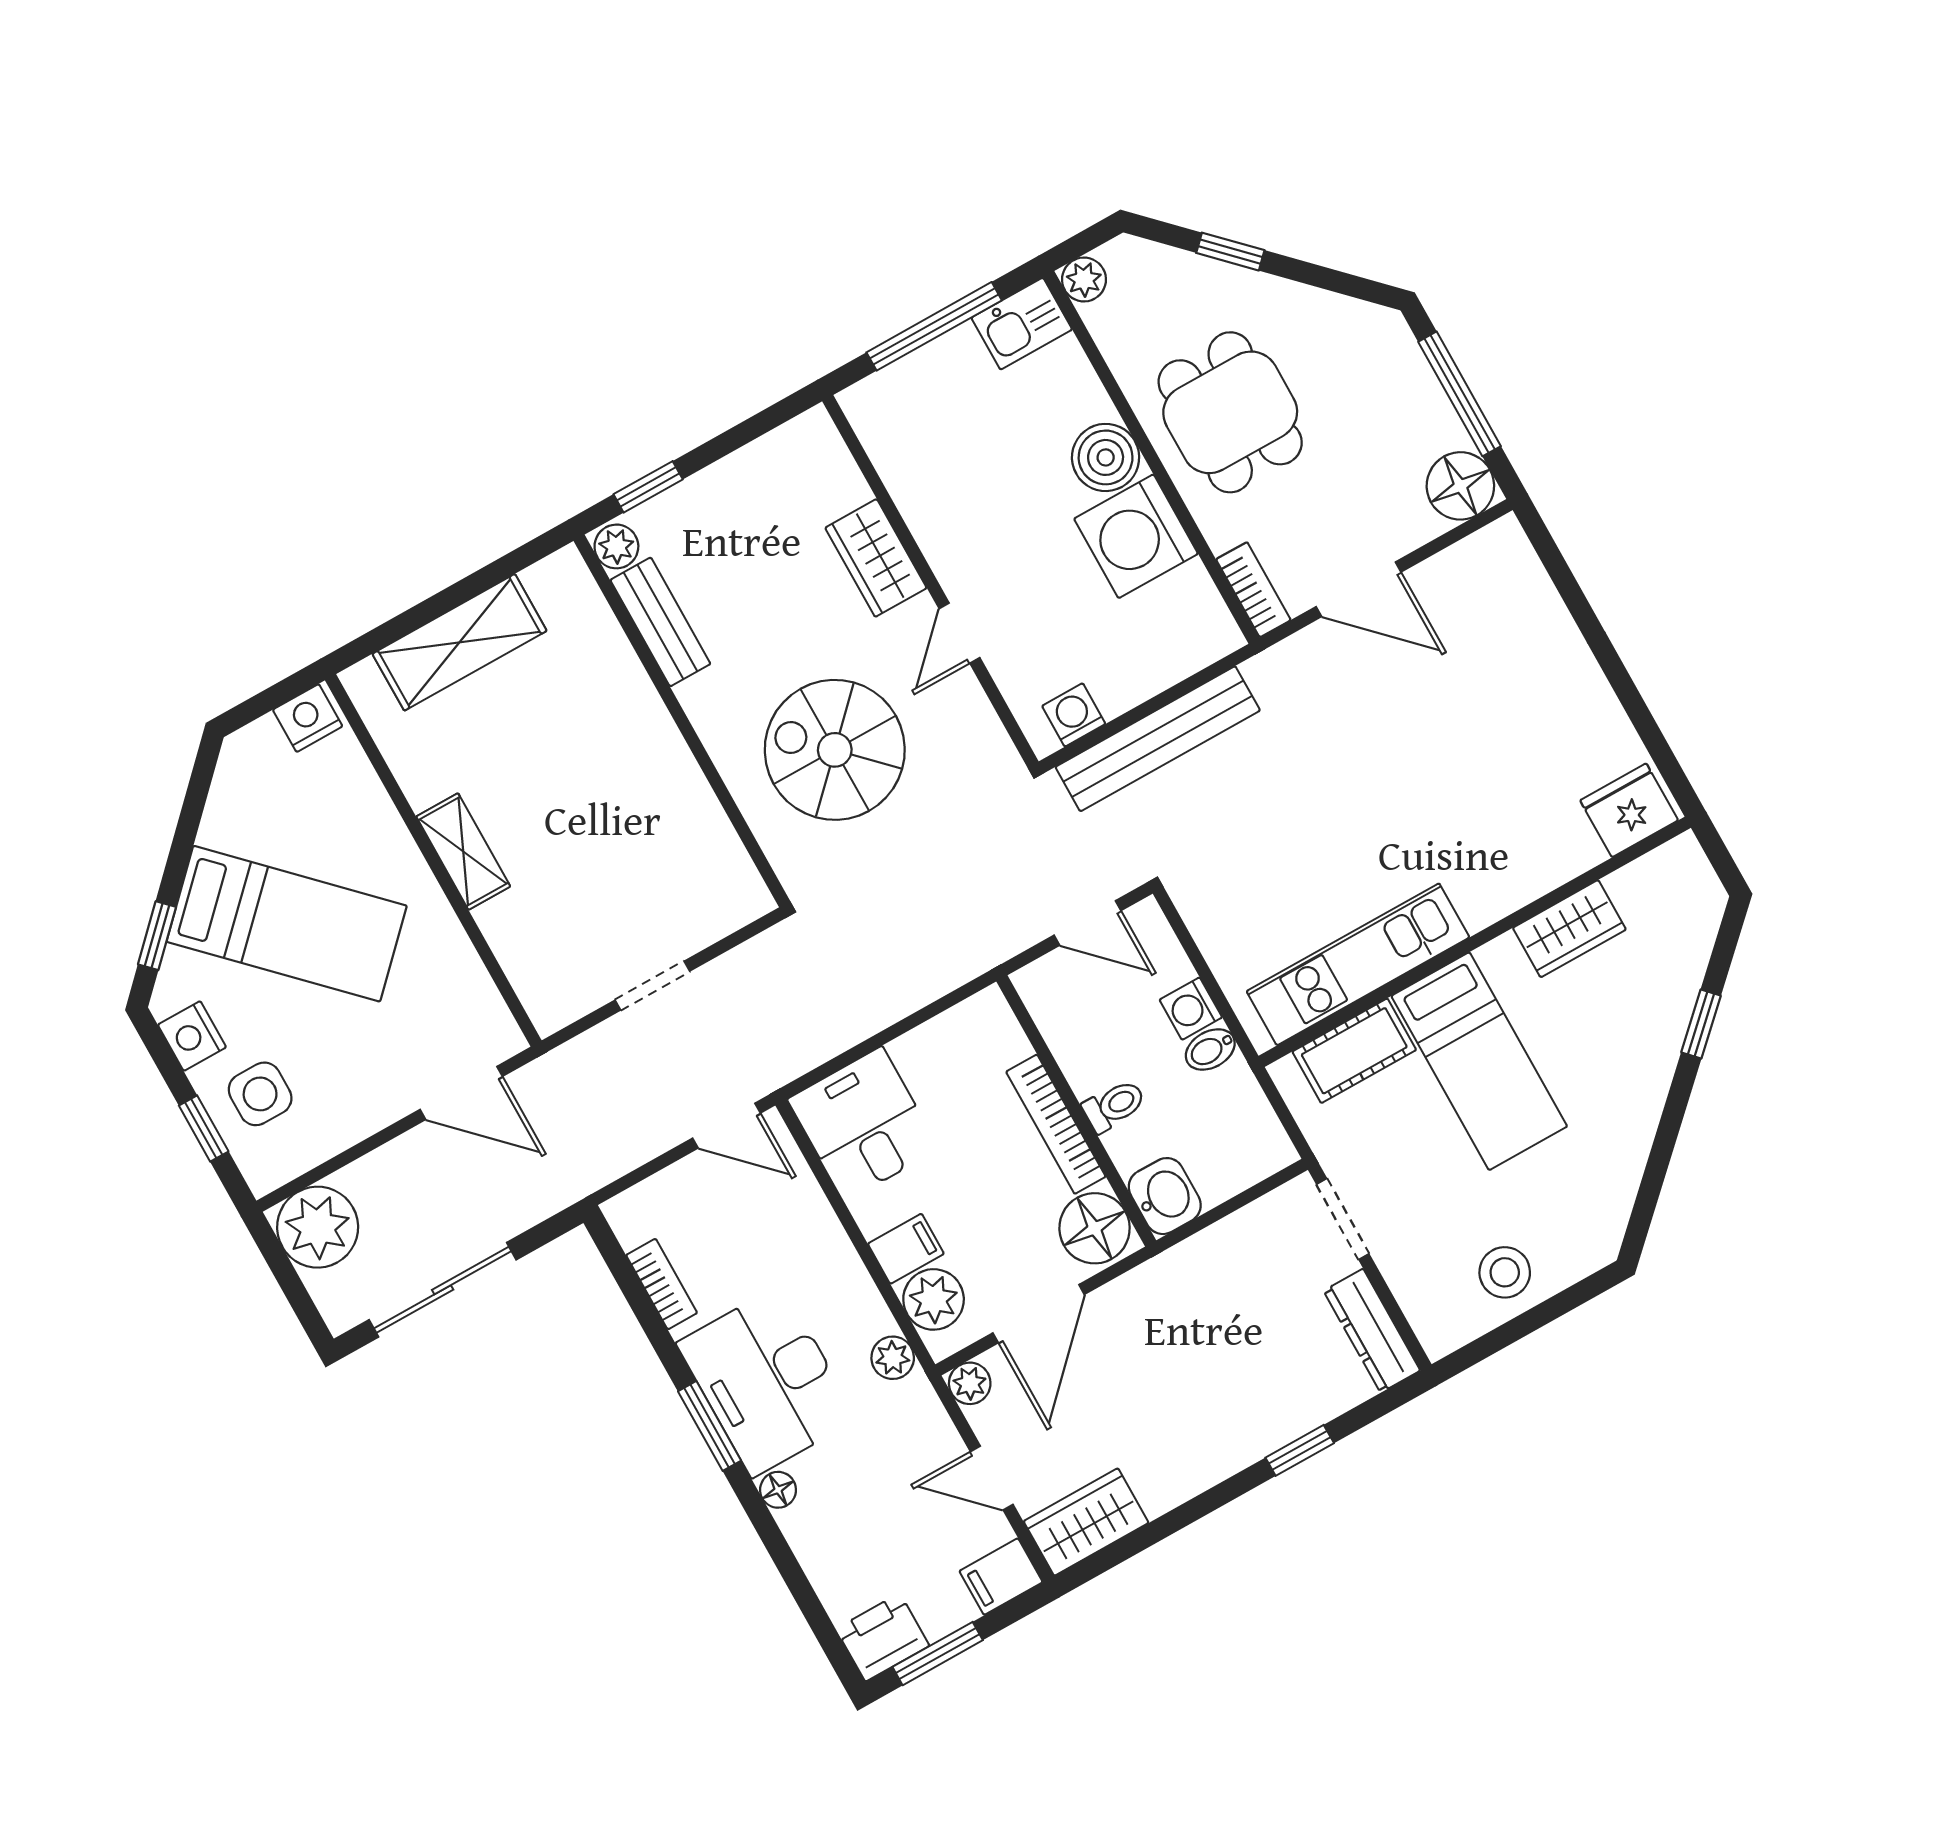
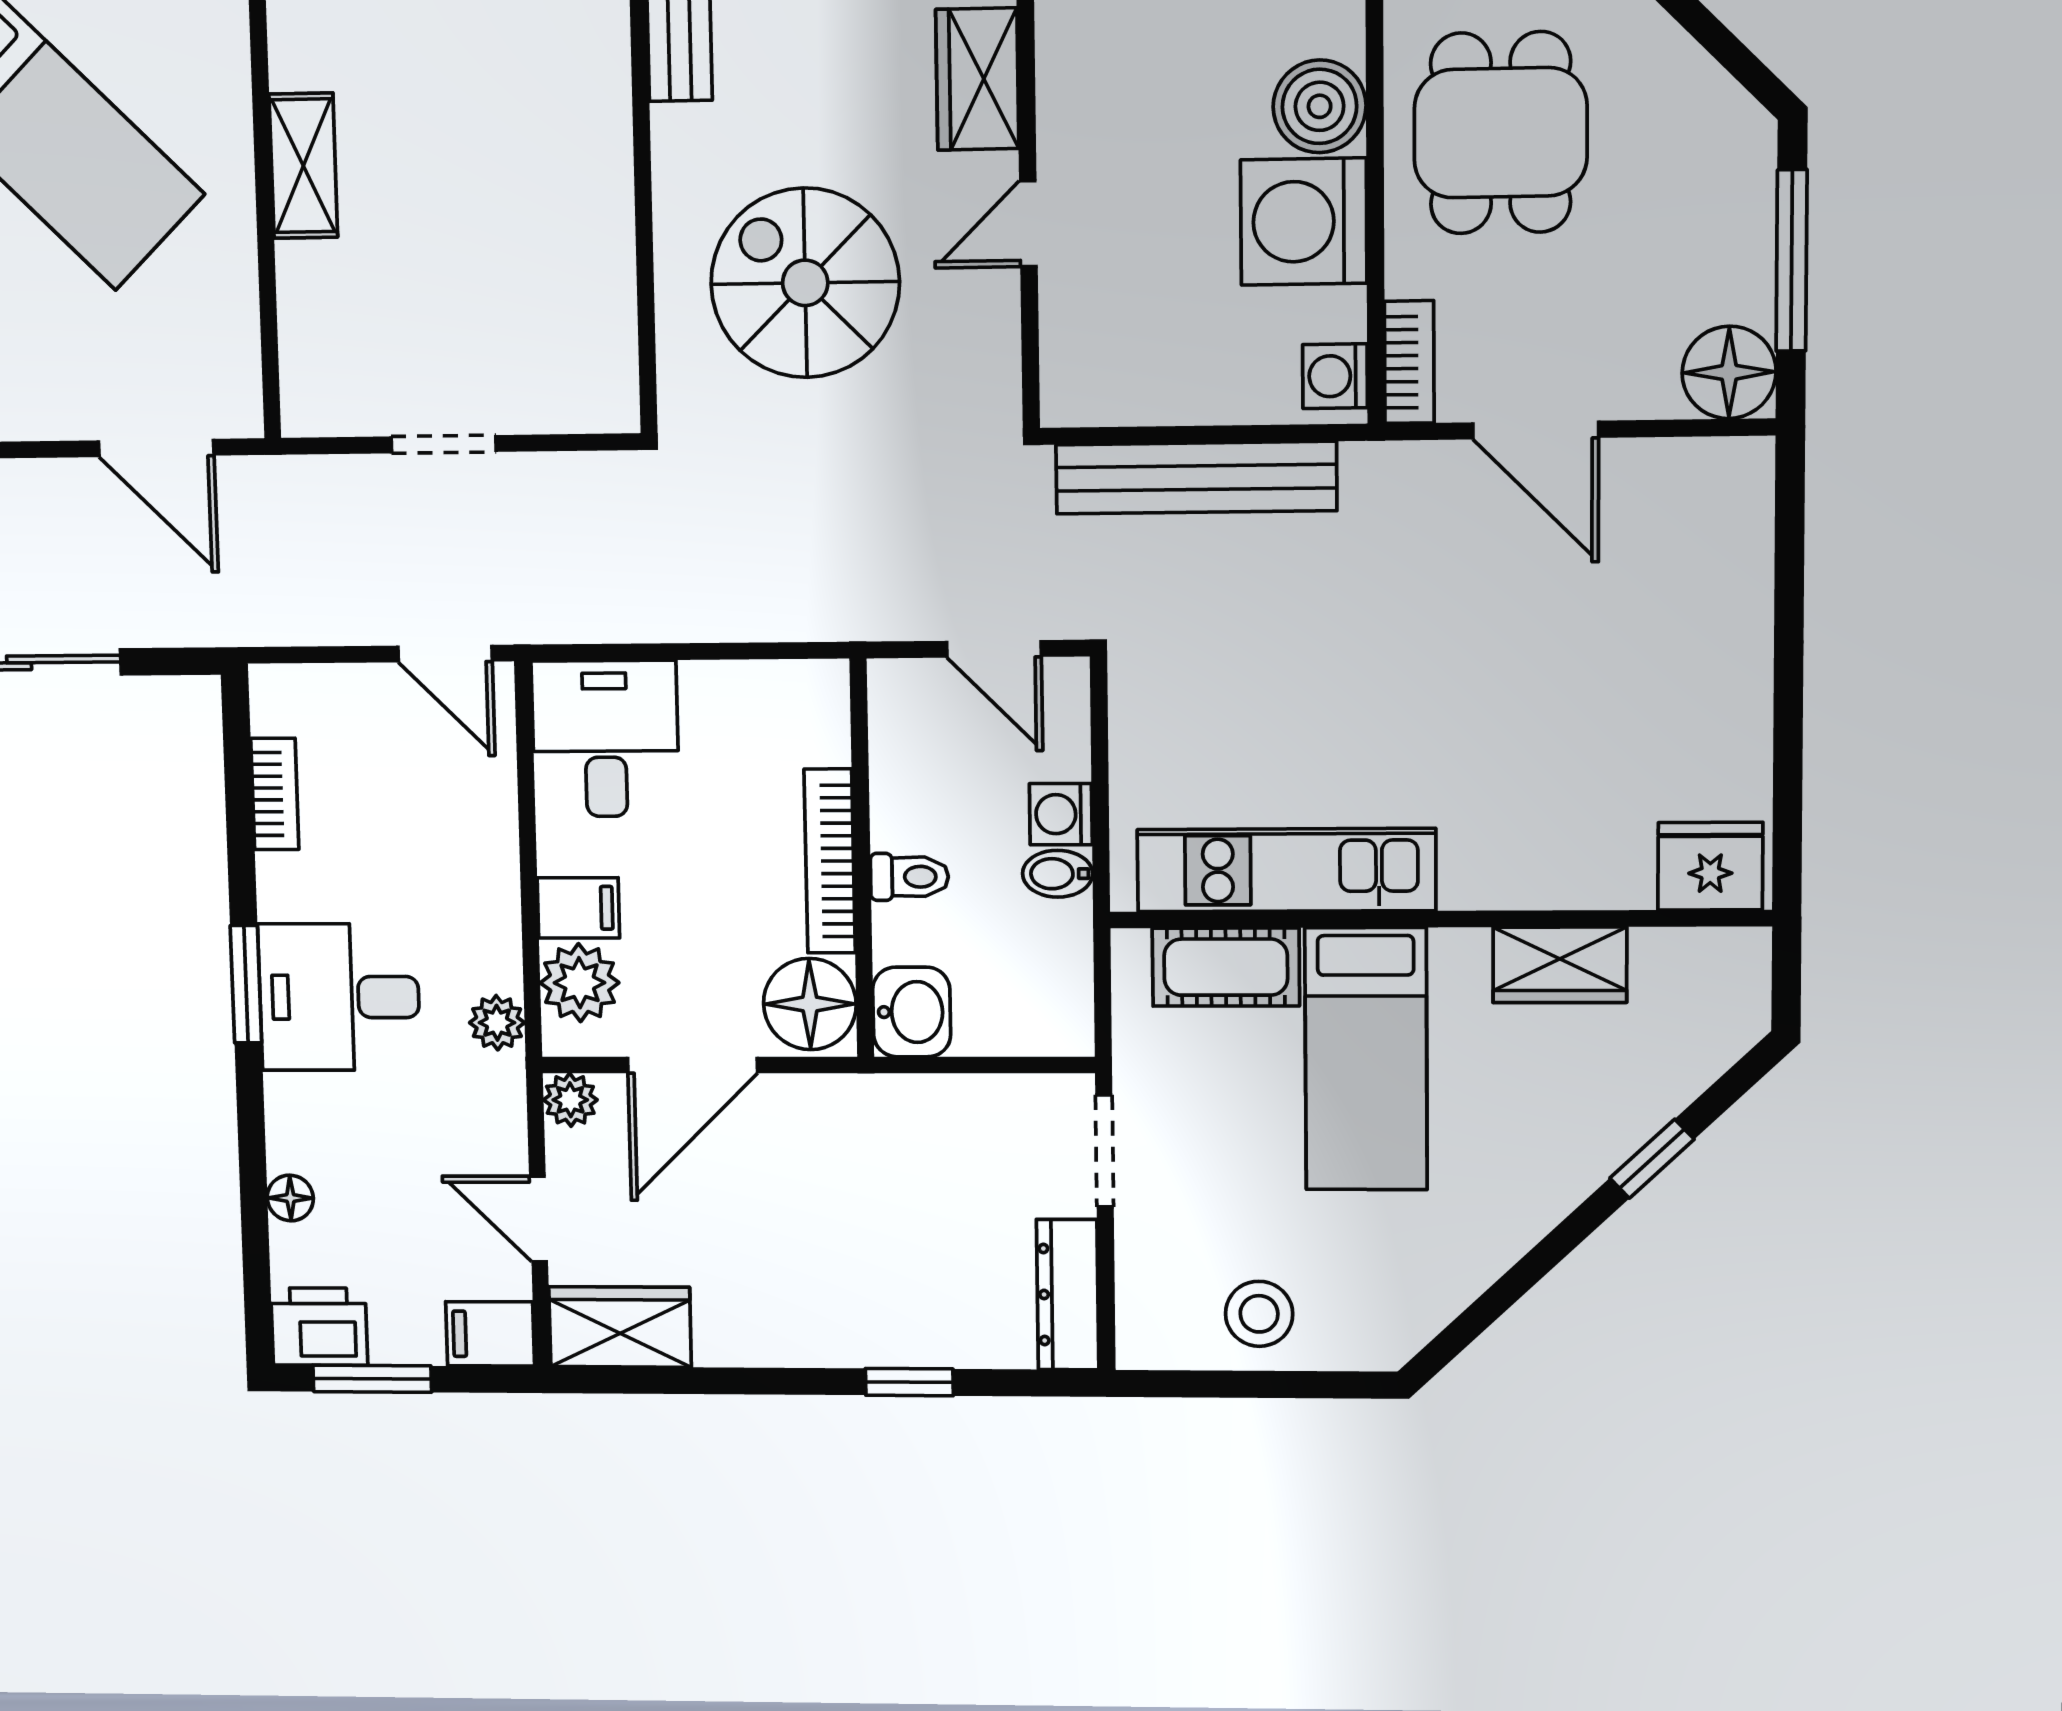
washing machine: (1074, 715) -> (1335, 376), moved, turned -90
desk: (767, 1381) -> (339, 997), width x0.73
floor lamp: (778, 1490) -> (290, 1198), moved

